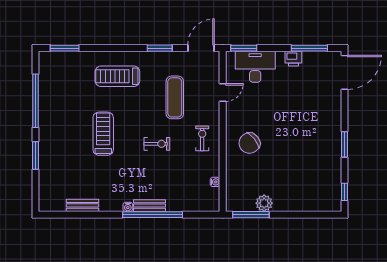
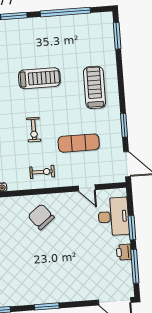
window: (244, 48) -> (132, 228), moved

